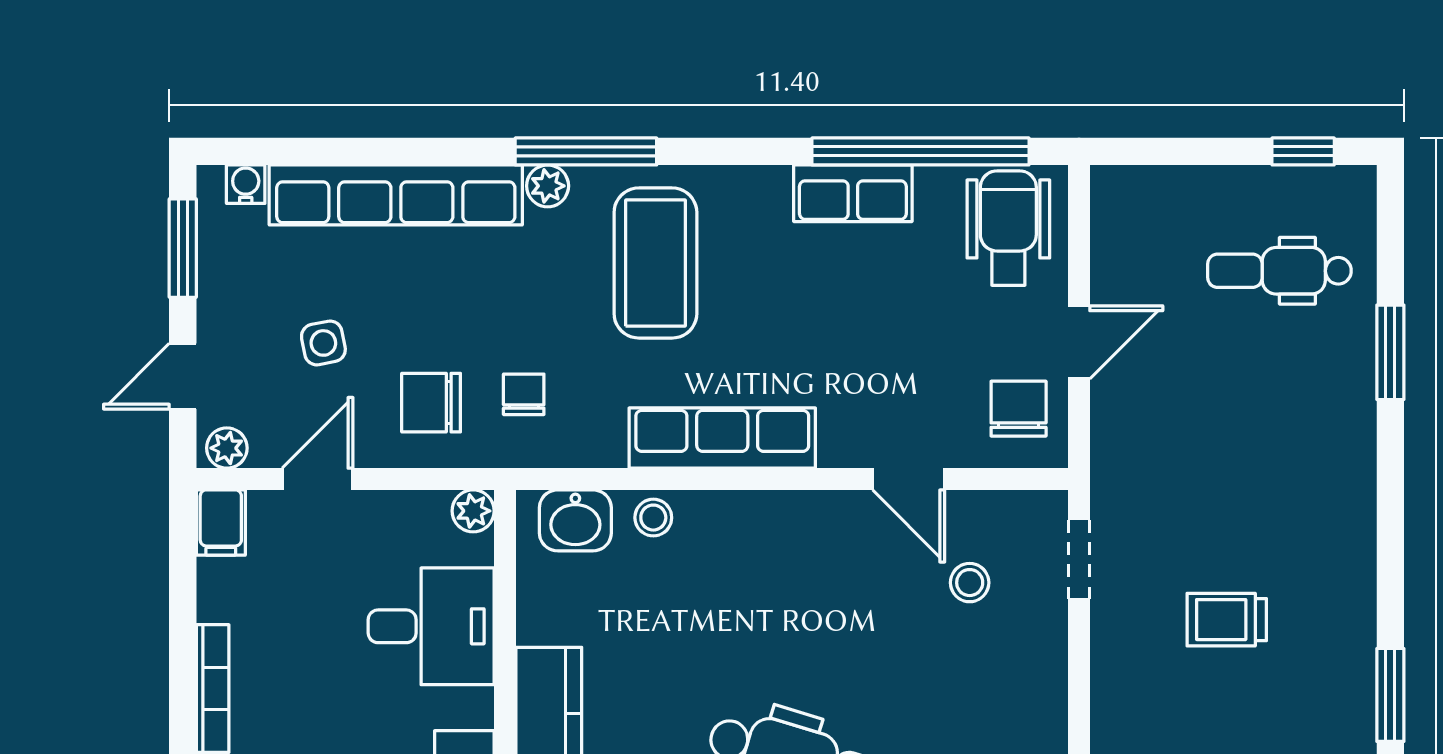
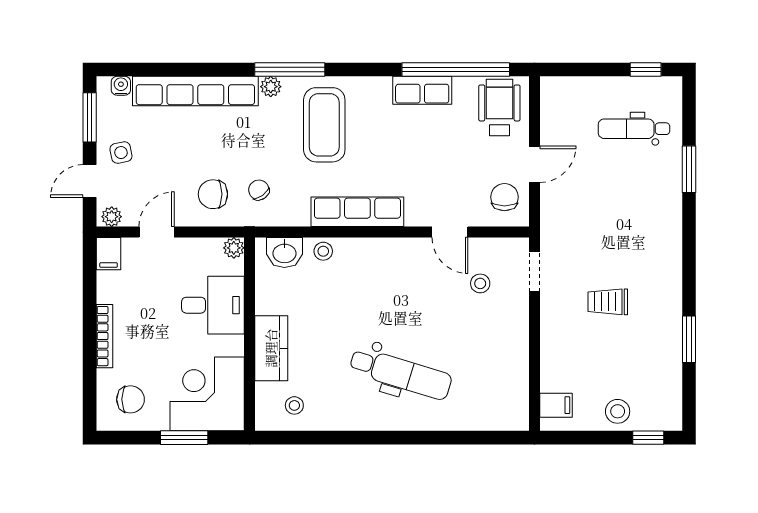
side table: (323, 343) -> (121, 153), moved
chair: (524, 394) -> (259, 190), turned -35

